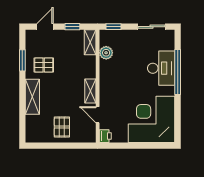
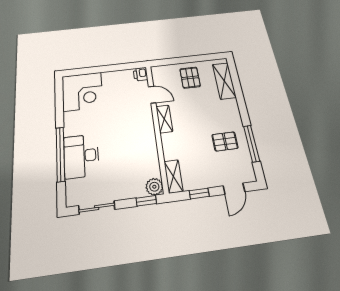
plant: (106, 53) -> (154, 187), moved
window: (22, 60) -> (252, 143), width x1.44
shelving: (32, 97) -> (224, 81), moved
corner desk: (151, 119) -> (82, 92), width x0.74, depth x0.74

